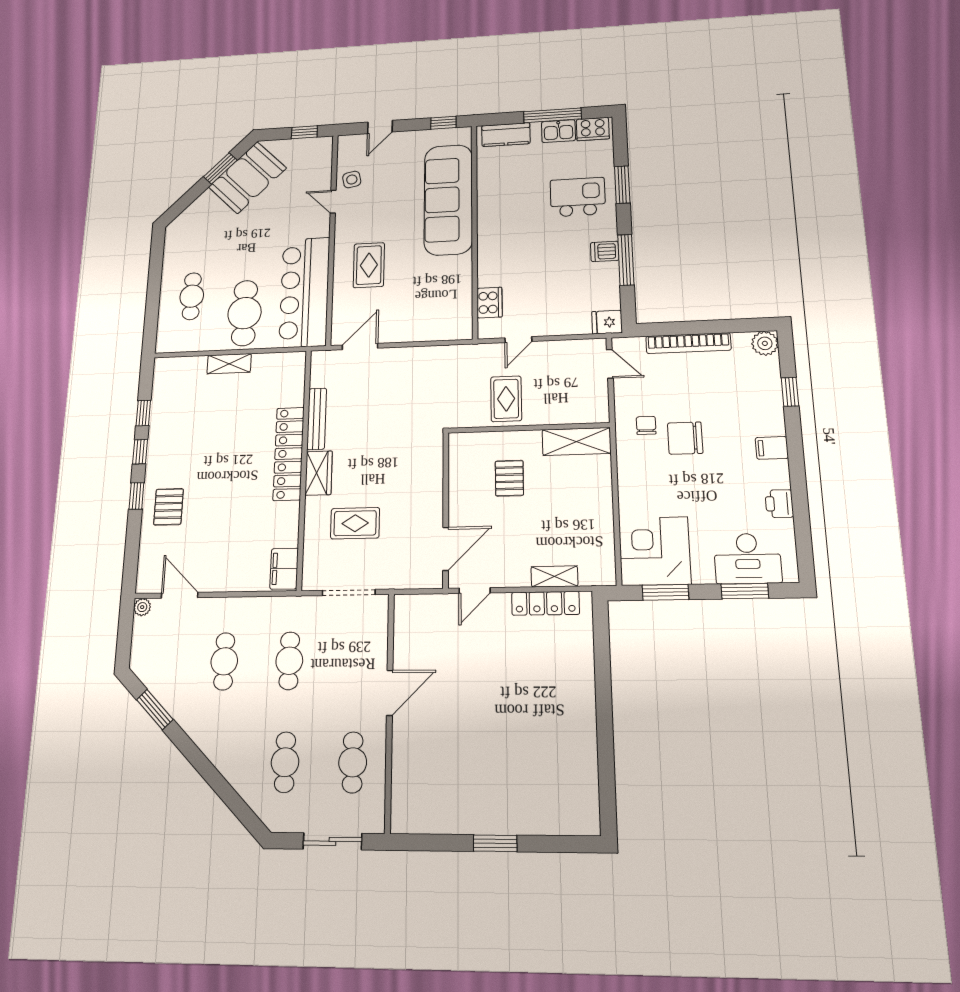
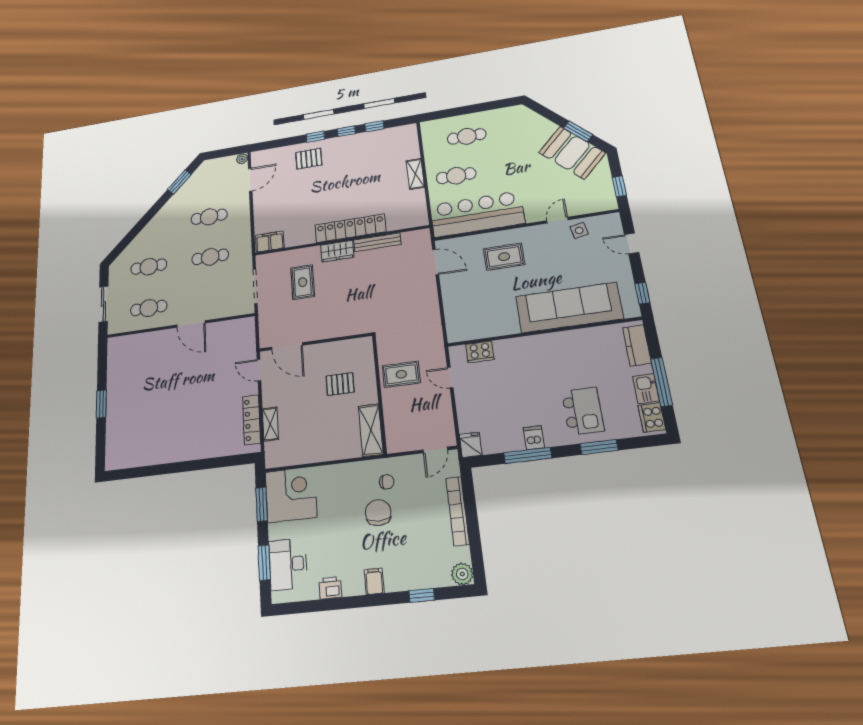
cafe table: (245, 313) -> (456, 176), width x0.73, depth x0.74

